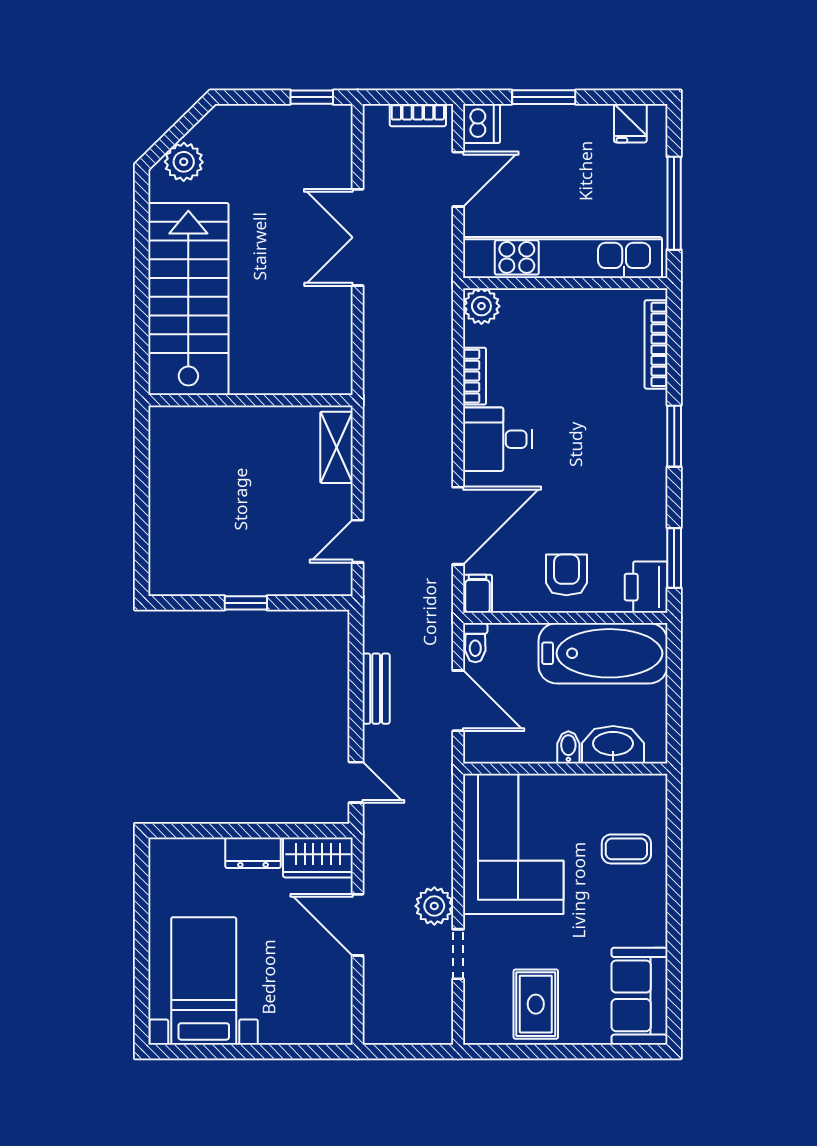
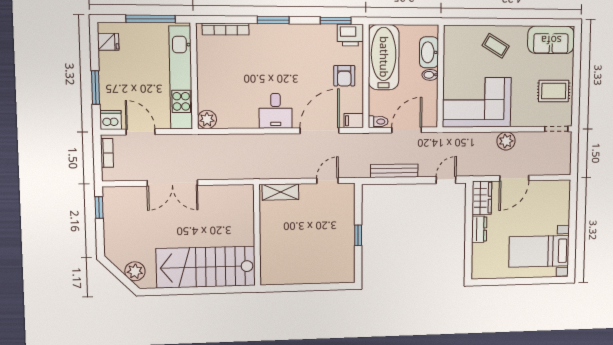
bookcase: (475, 376) -> (243, 123), removed
door: (458, 526) -> (320, 131), hinge flipped
door: (358, 541) -> (328, 181), swing flipped
armchair: (566, 575) -> (344, 76), turned -90
bench: (376, 689) -> (394, 171), width x1.36
coffee table: (626, 849) -> (496, 46), moved, turned -59
doorway: (458, 954) -> (556, 129), moved

